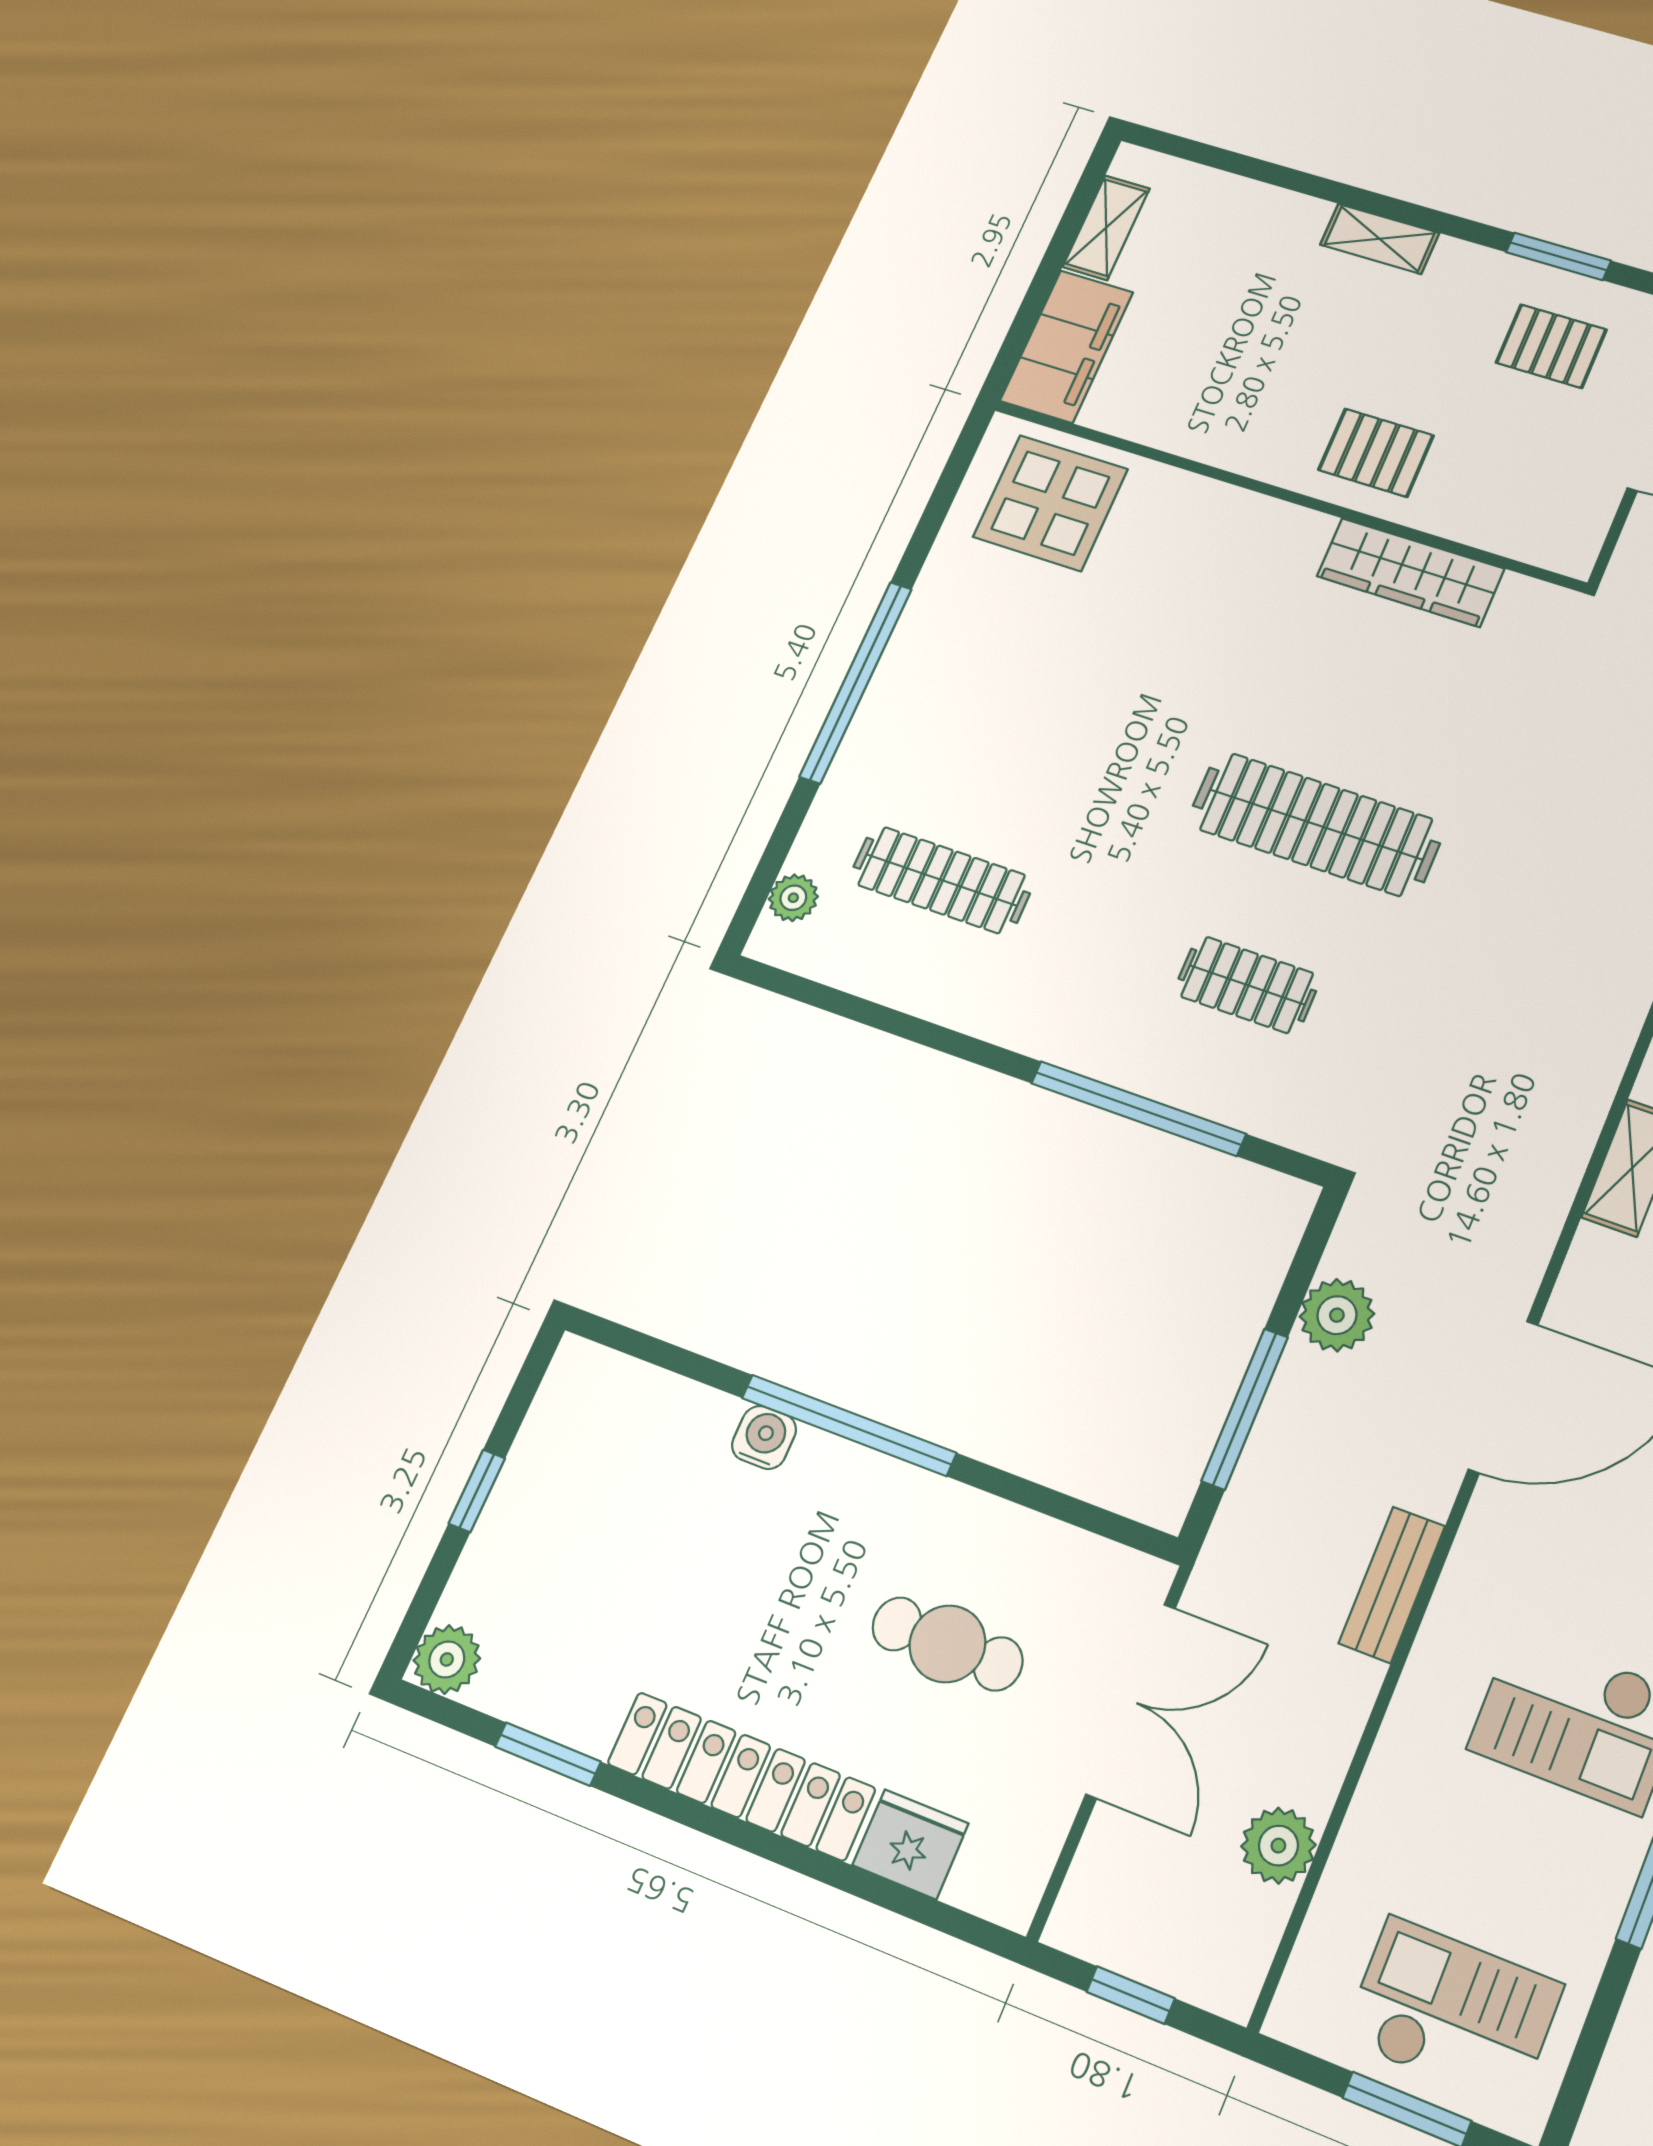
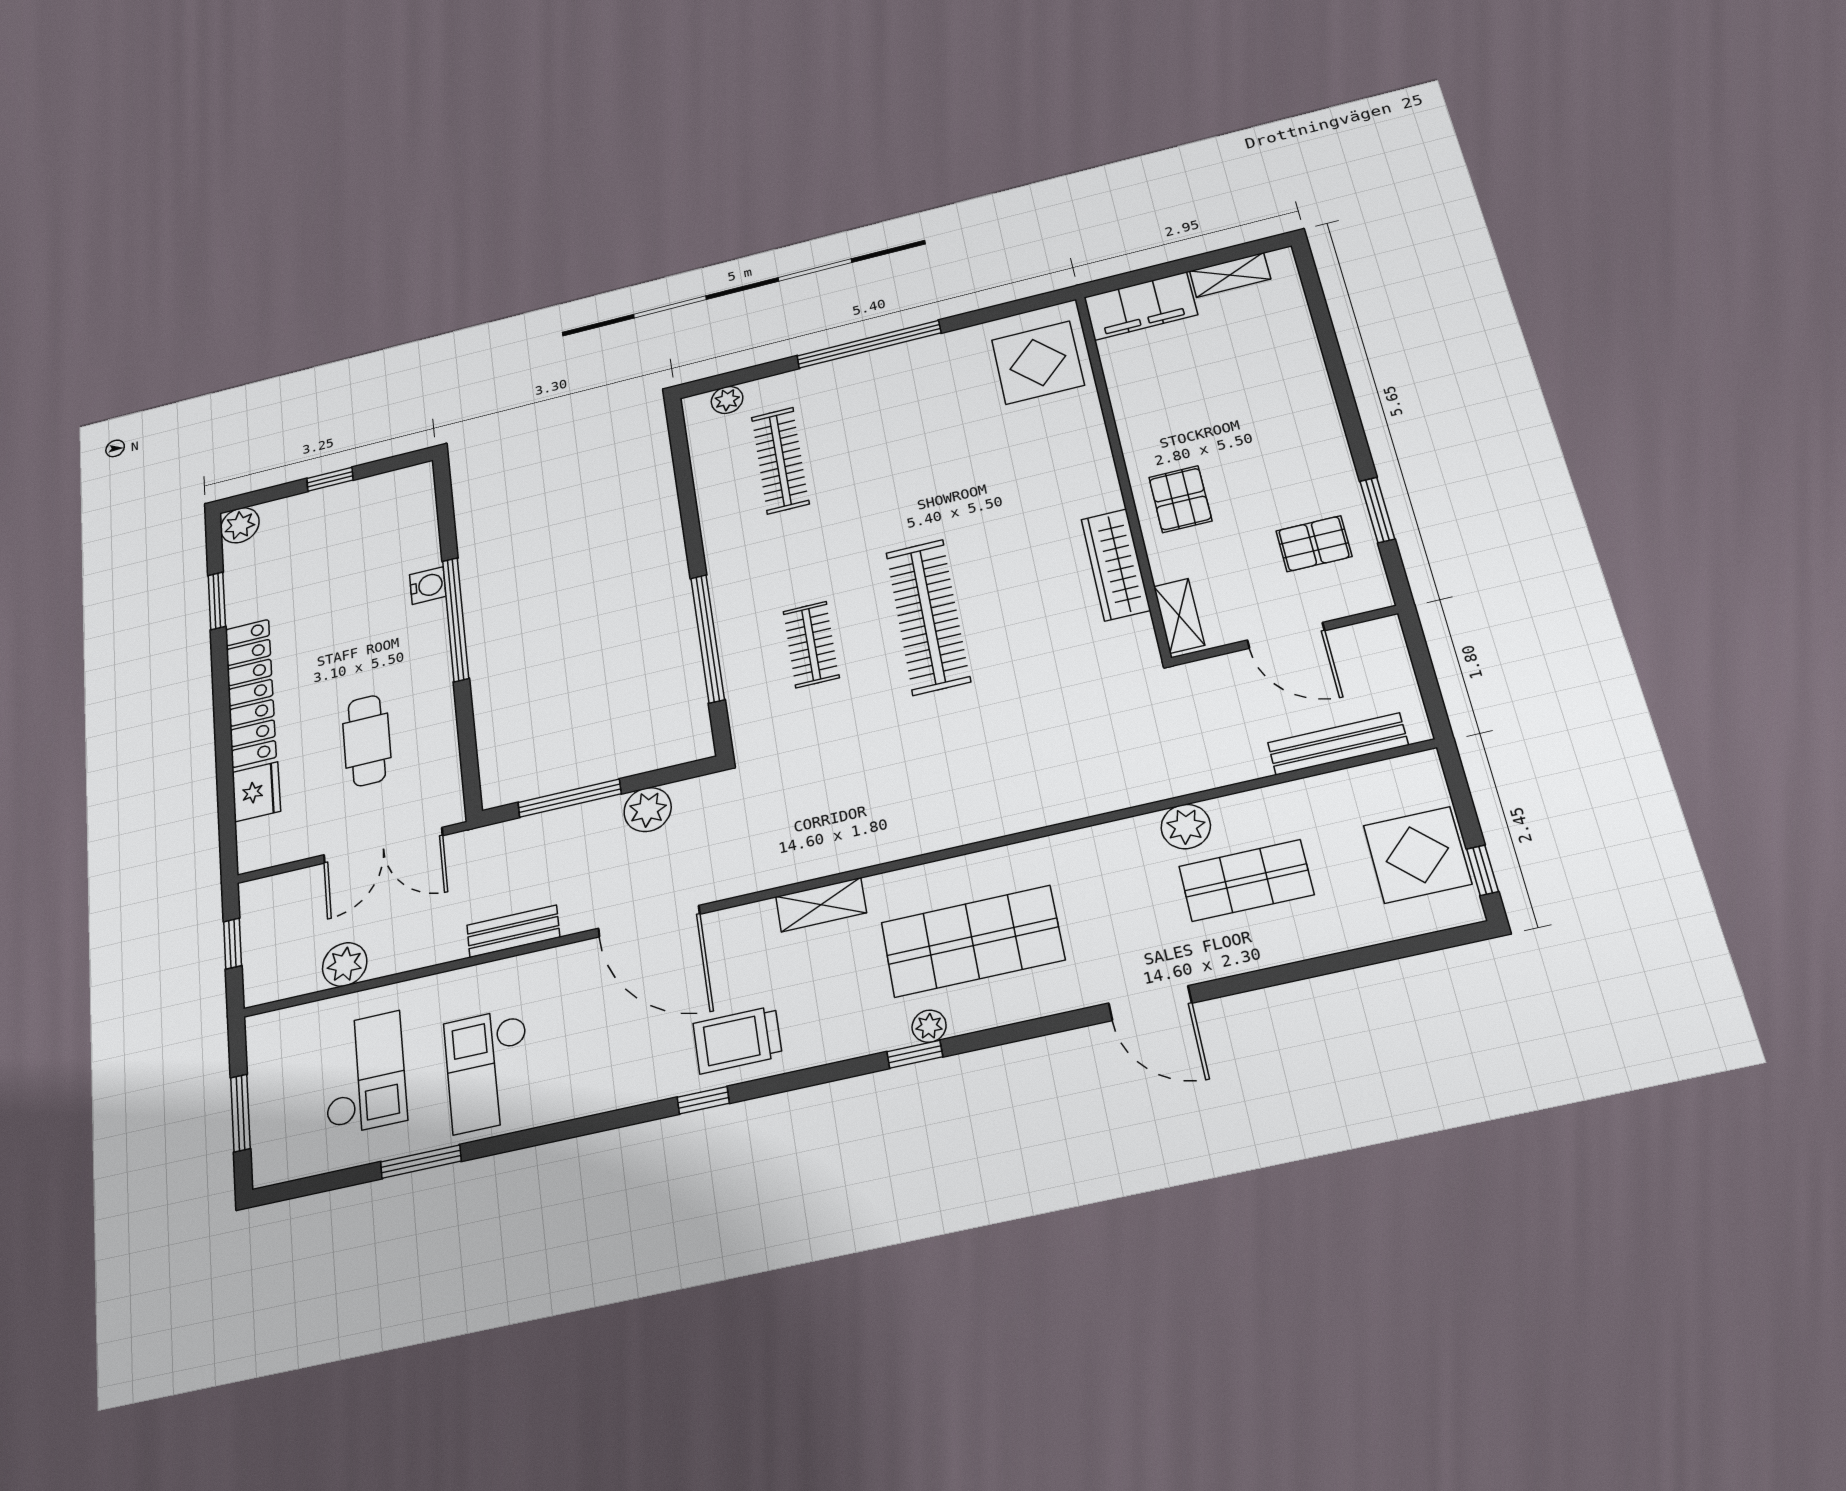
shelving: (1380, 239) -> (1179, 616), moved
pallet: (1551, 346) -> (1314, 544), turned 90
checkout: (1452, 2012) -> (364, 1073), moved

